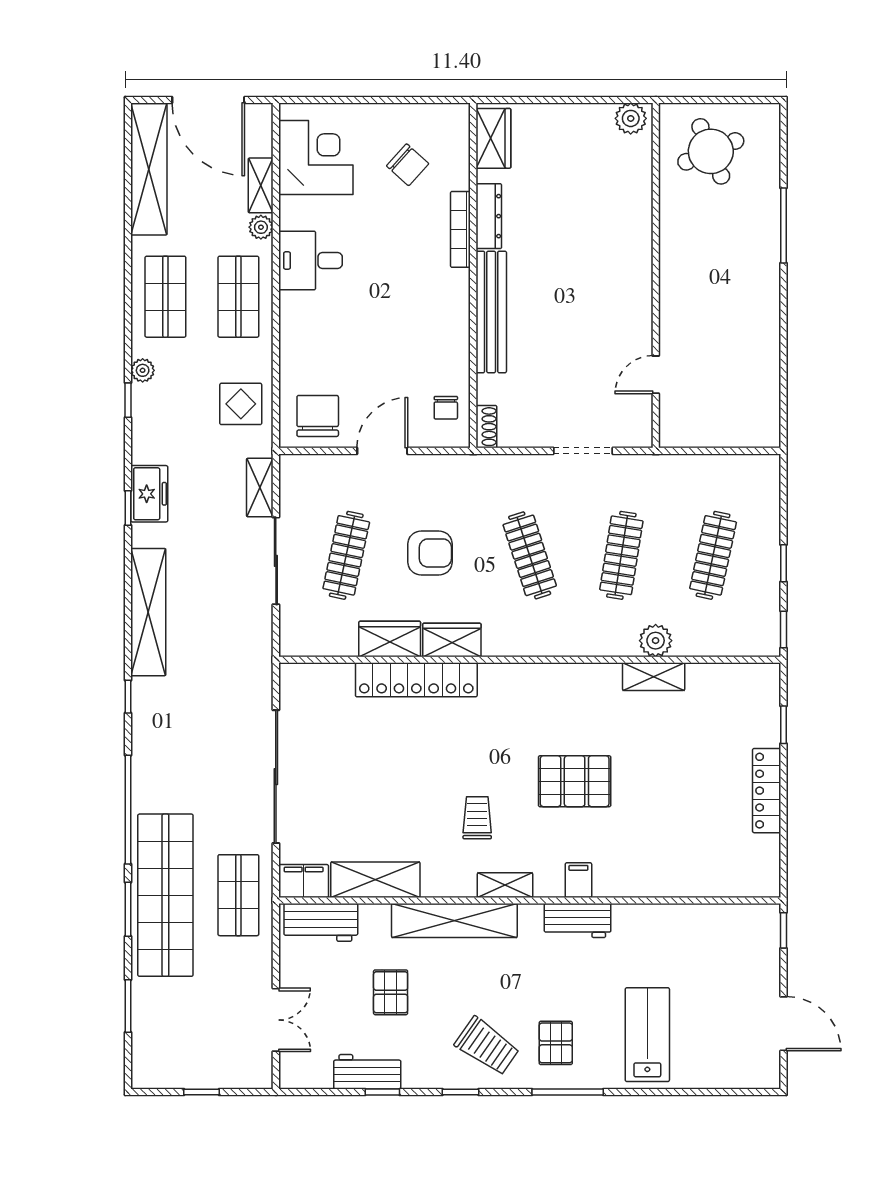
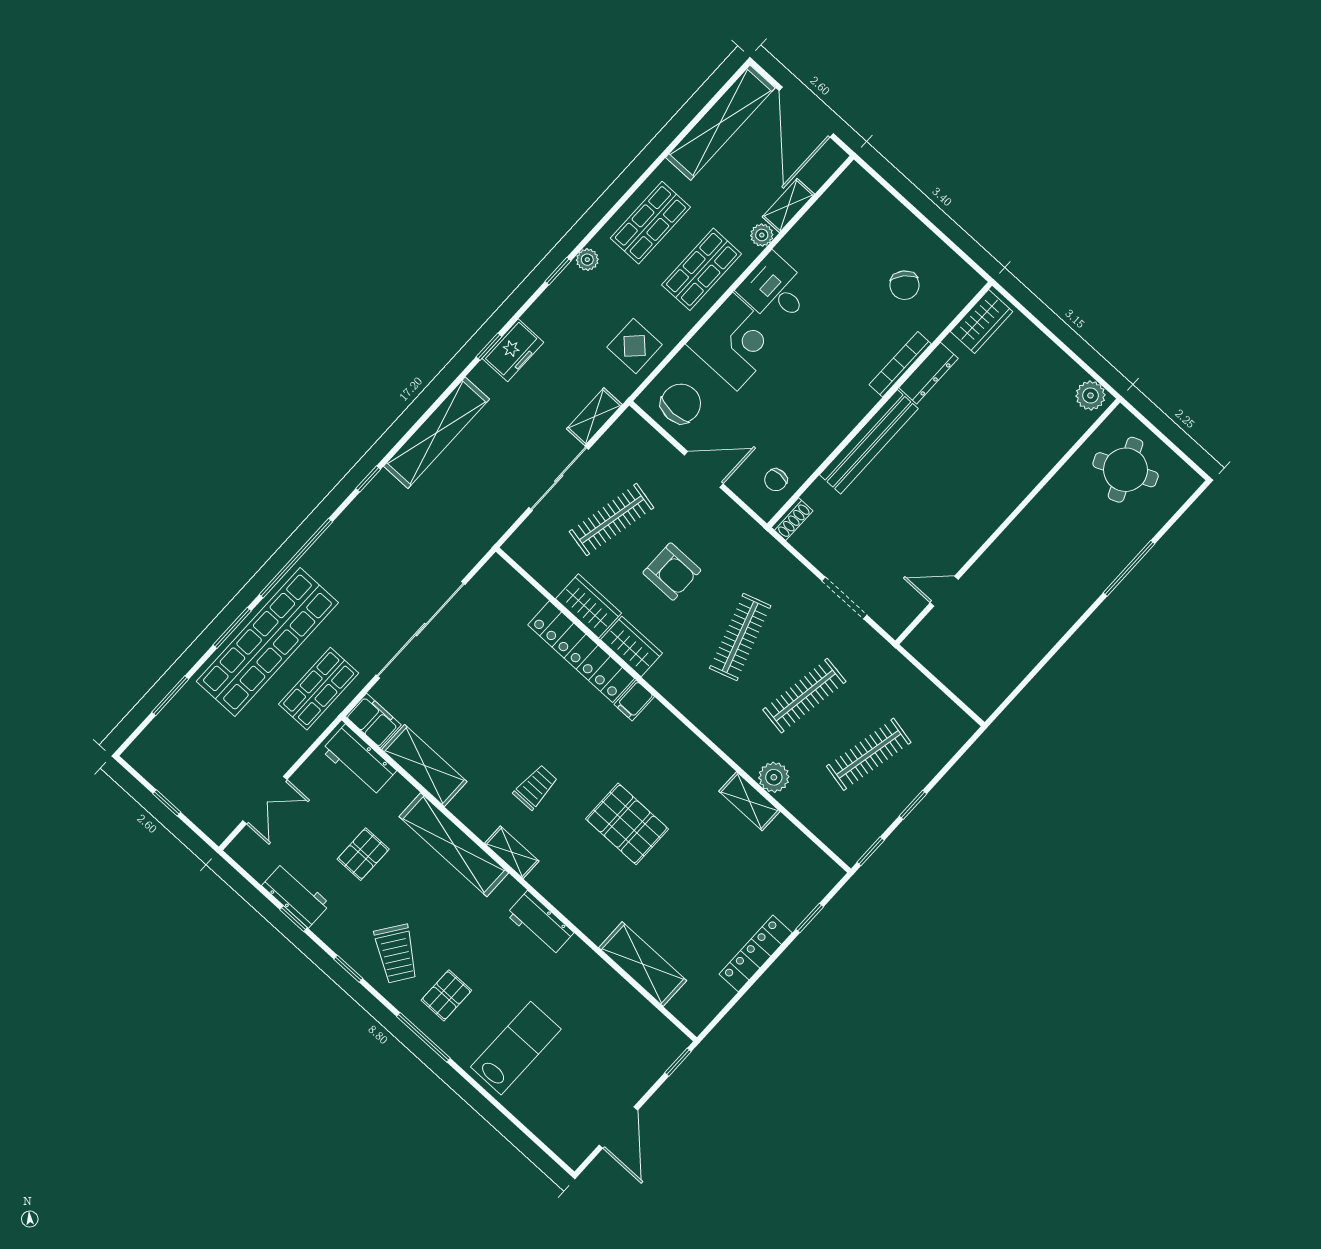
corner desk: (316, 157) -> (735, 342), moved
shelving: (686, 879) -> (643, 964), added
filing cabinet: (578, 880) -> (634, 701), moved, turned 180

